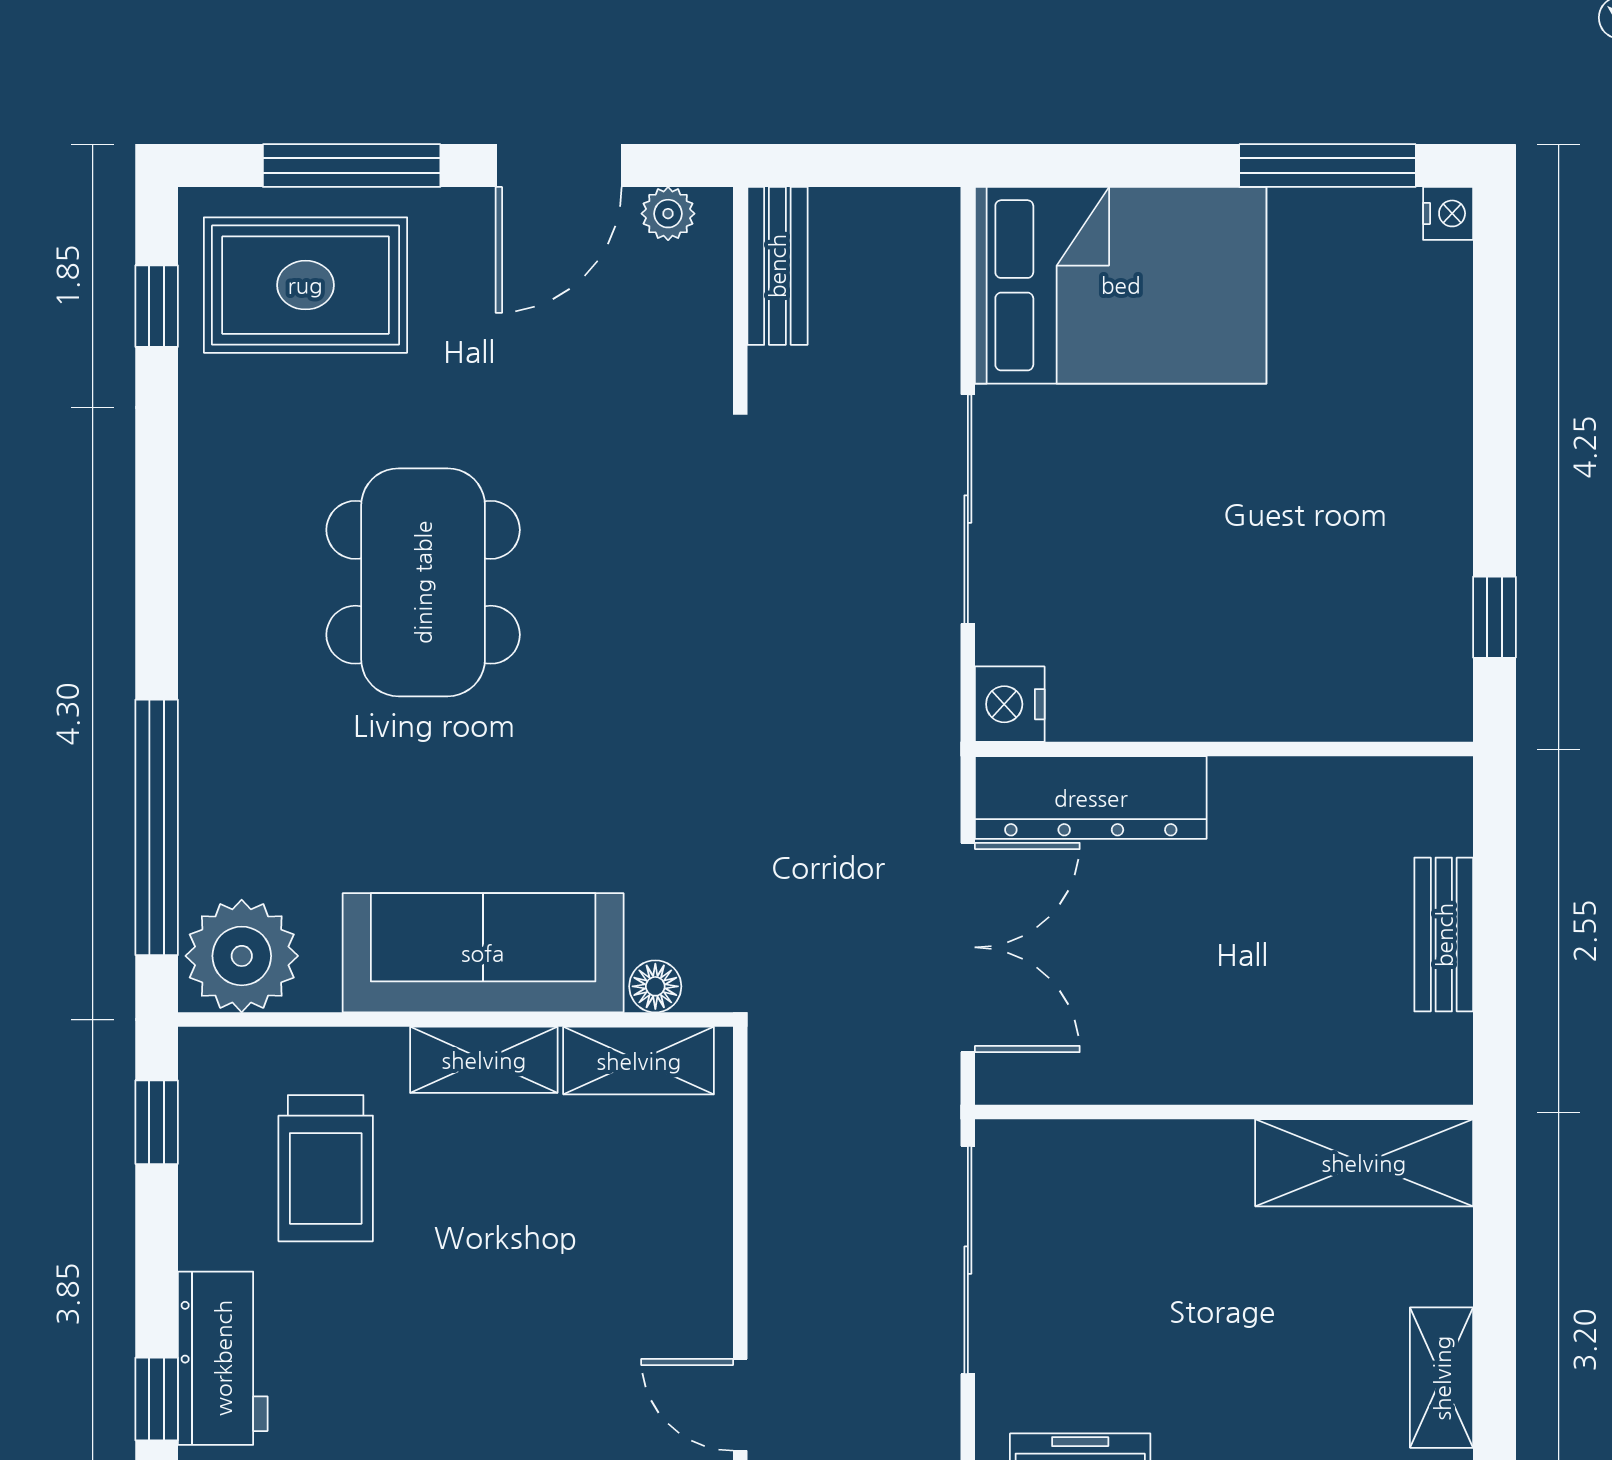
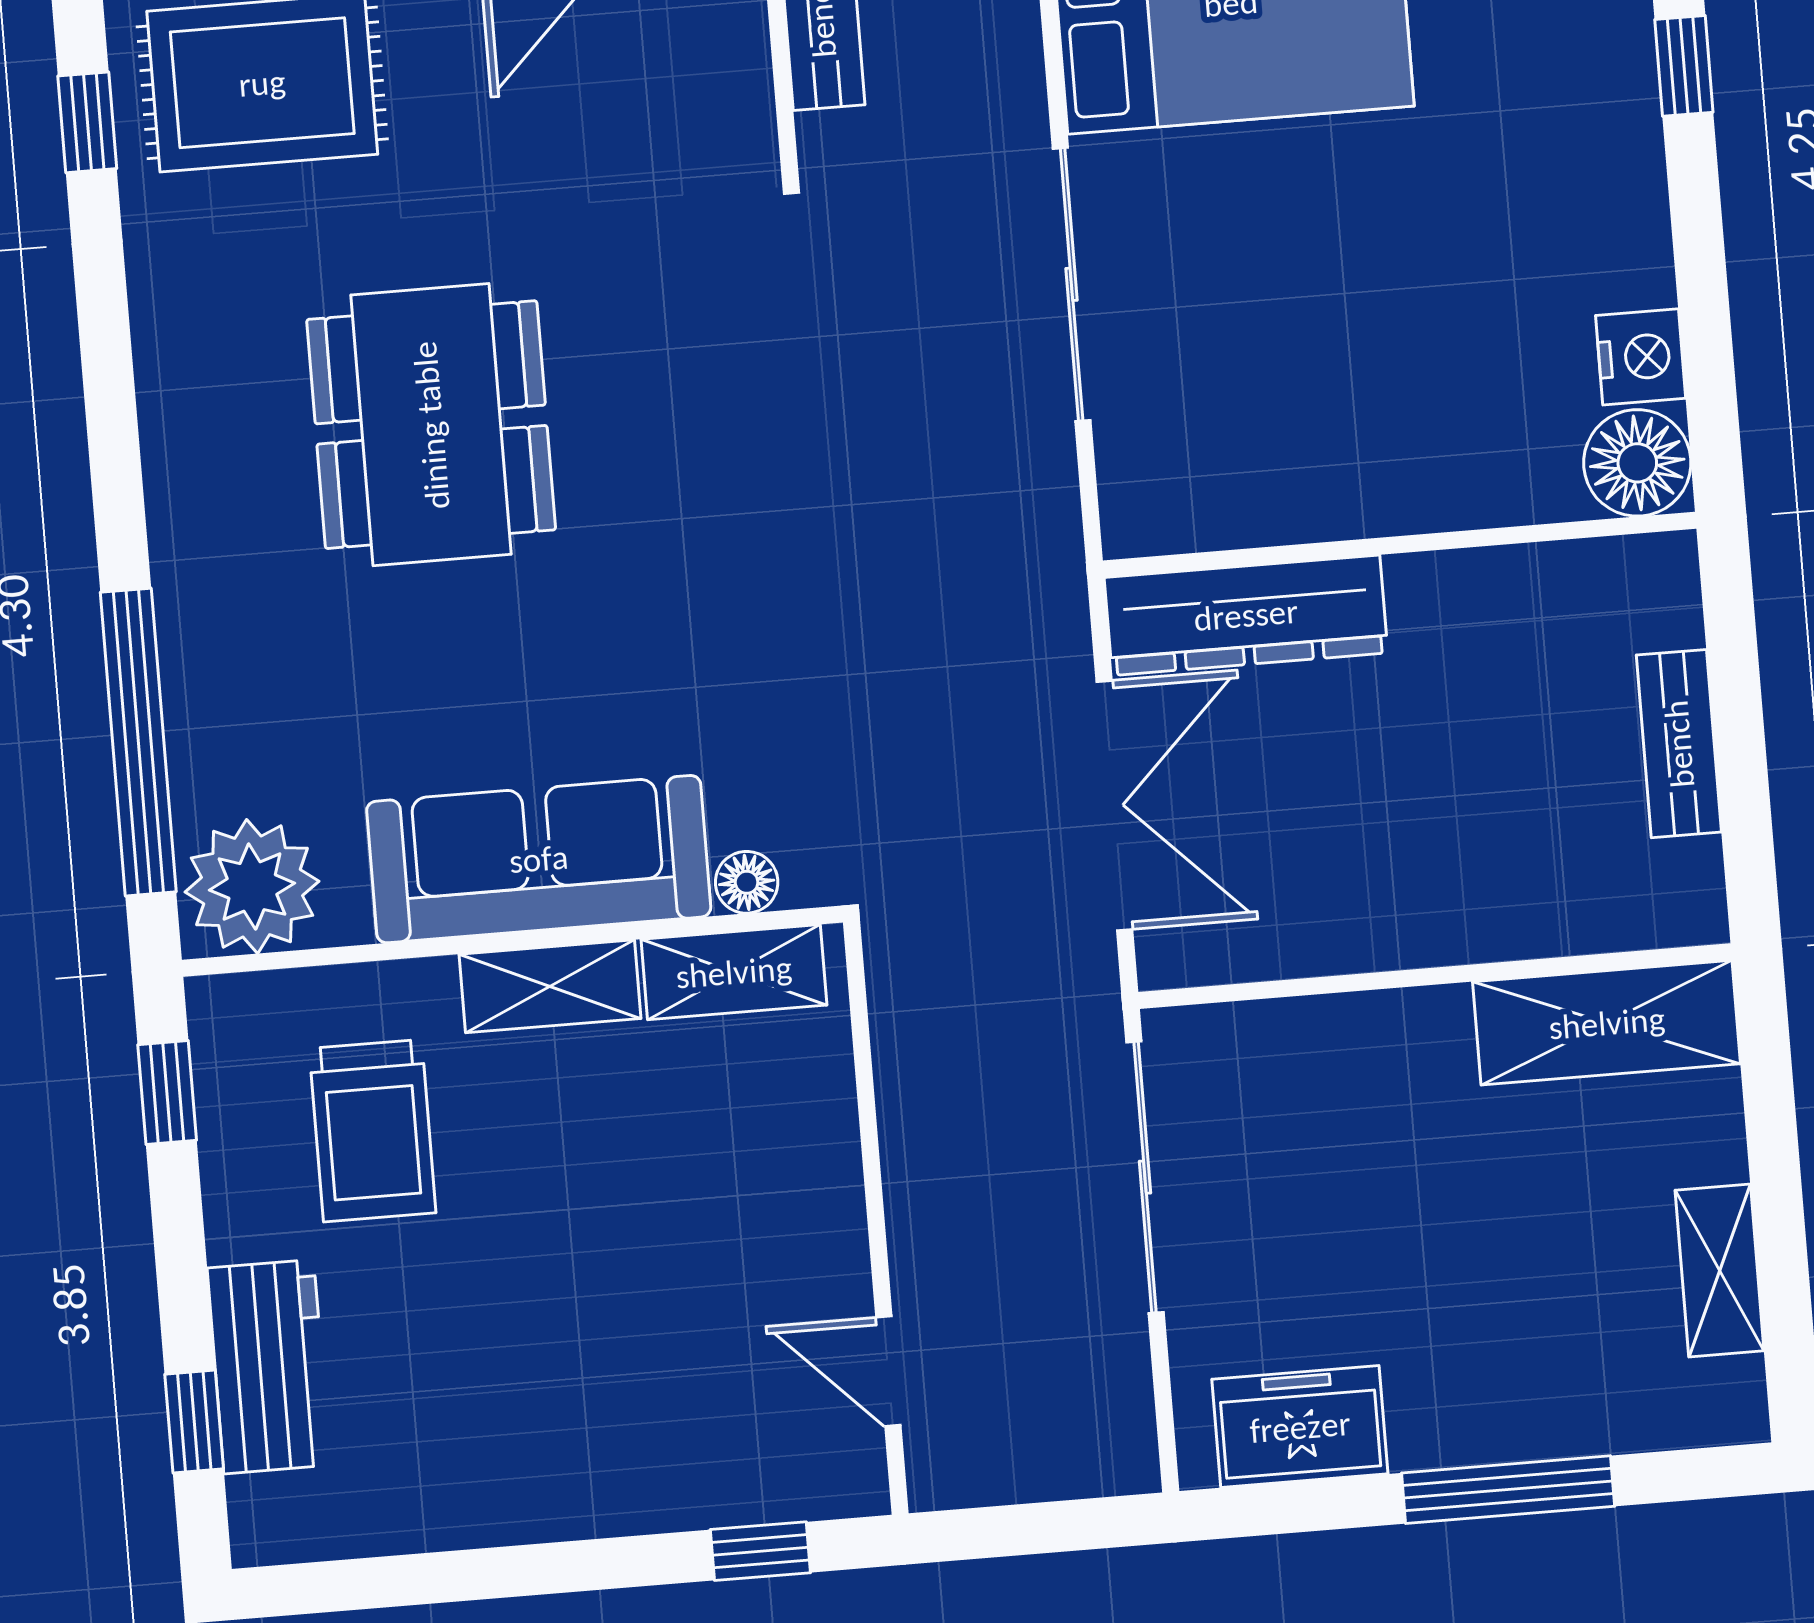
window: (1494, 617) -> (1684, 66), moved
floor lamp: (1428, 697) -> (1637, 463), added
nightstand: (1010, 704) -> (1641, 357), moved, turned 180

